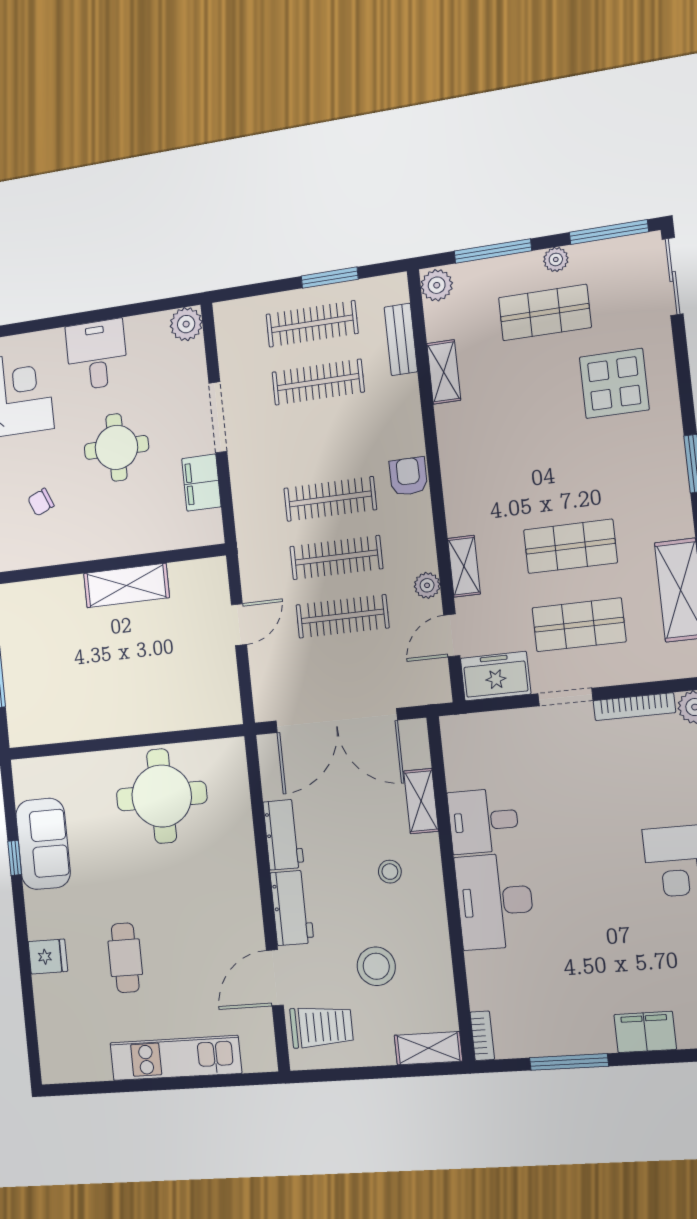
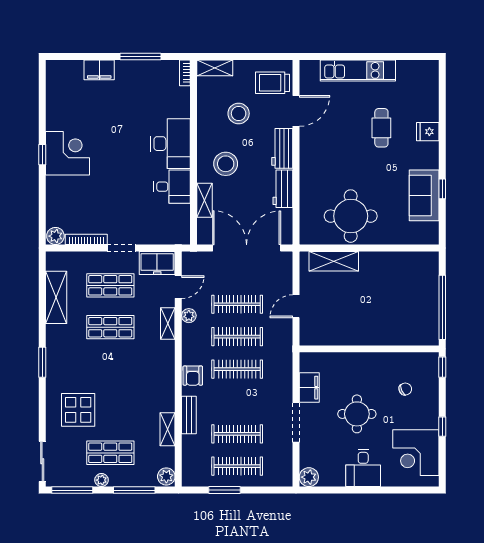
bench: (401, 339) -> (189, 415), moved
shelving: (126, 585) -> (334, 261), moved
stool: (390, 872) -> (226, 164), width x1.89, depth x1.89

